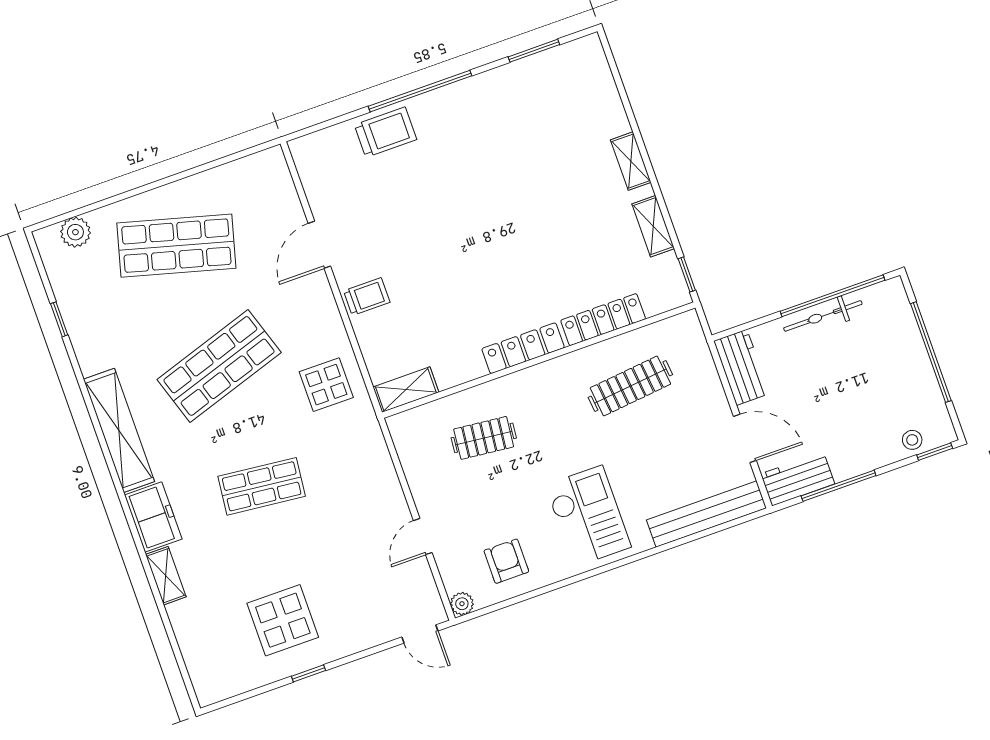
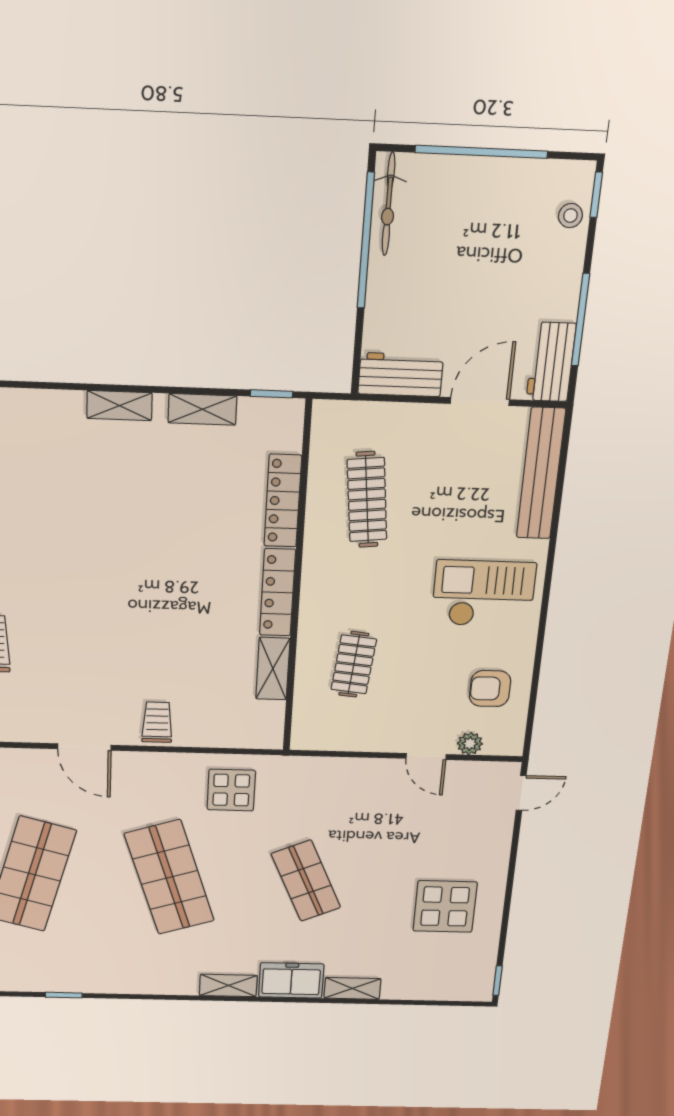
bicycle: (823, 316) -> (388, 204), moved
shelving: (406, 390) -> (273, 669), moved
shelving: (119, 430) -> (228, 985), width x0.45, depth x0.75
shop shelf: (262, 486) -> (306, 881), turned -30
plant: (462, 604) -> (470, 744), moved
window: (309, 673) -> (498, 981), moved

